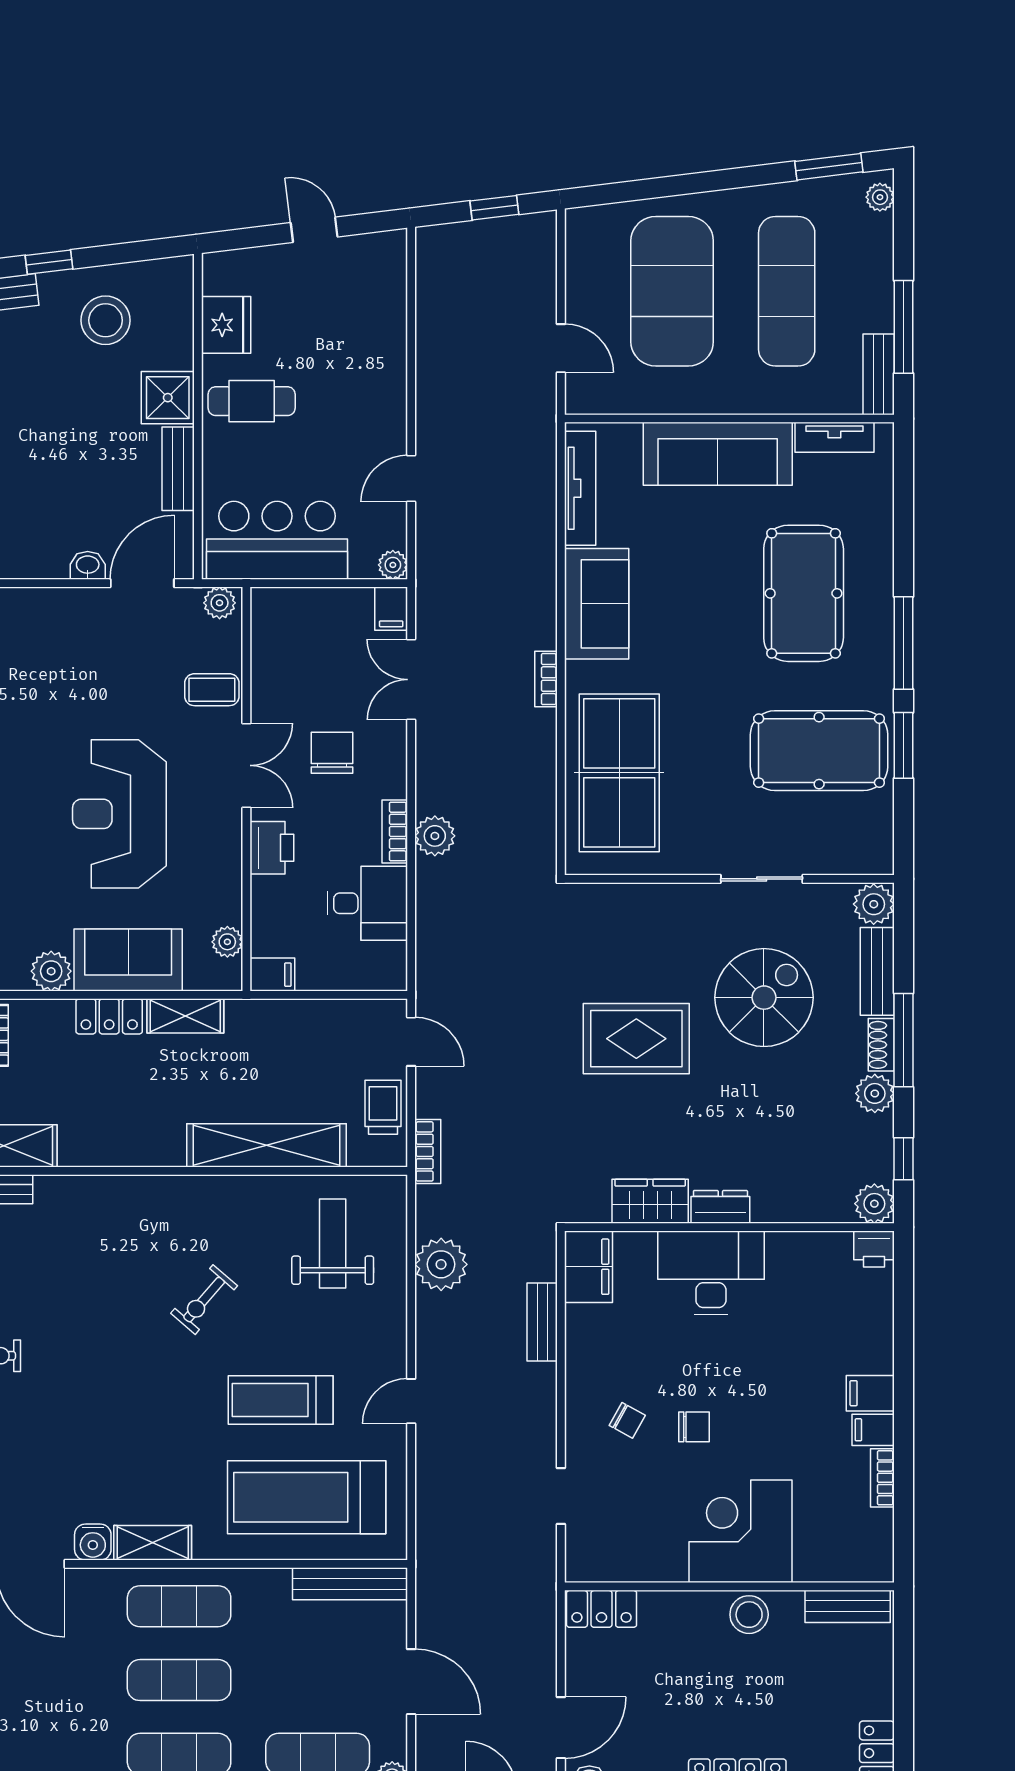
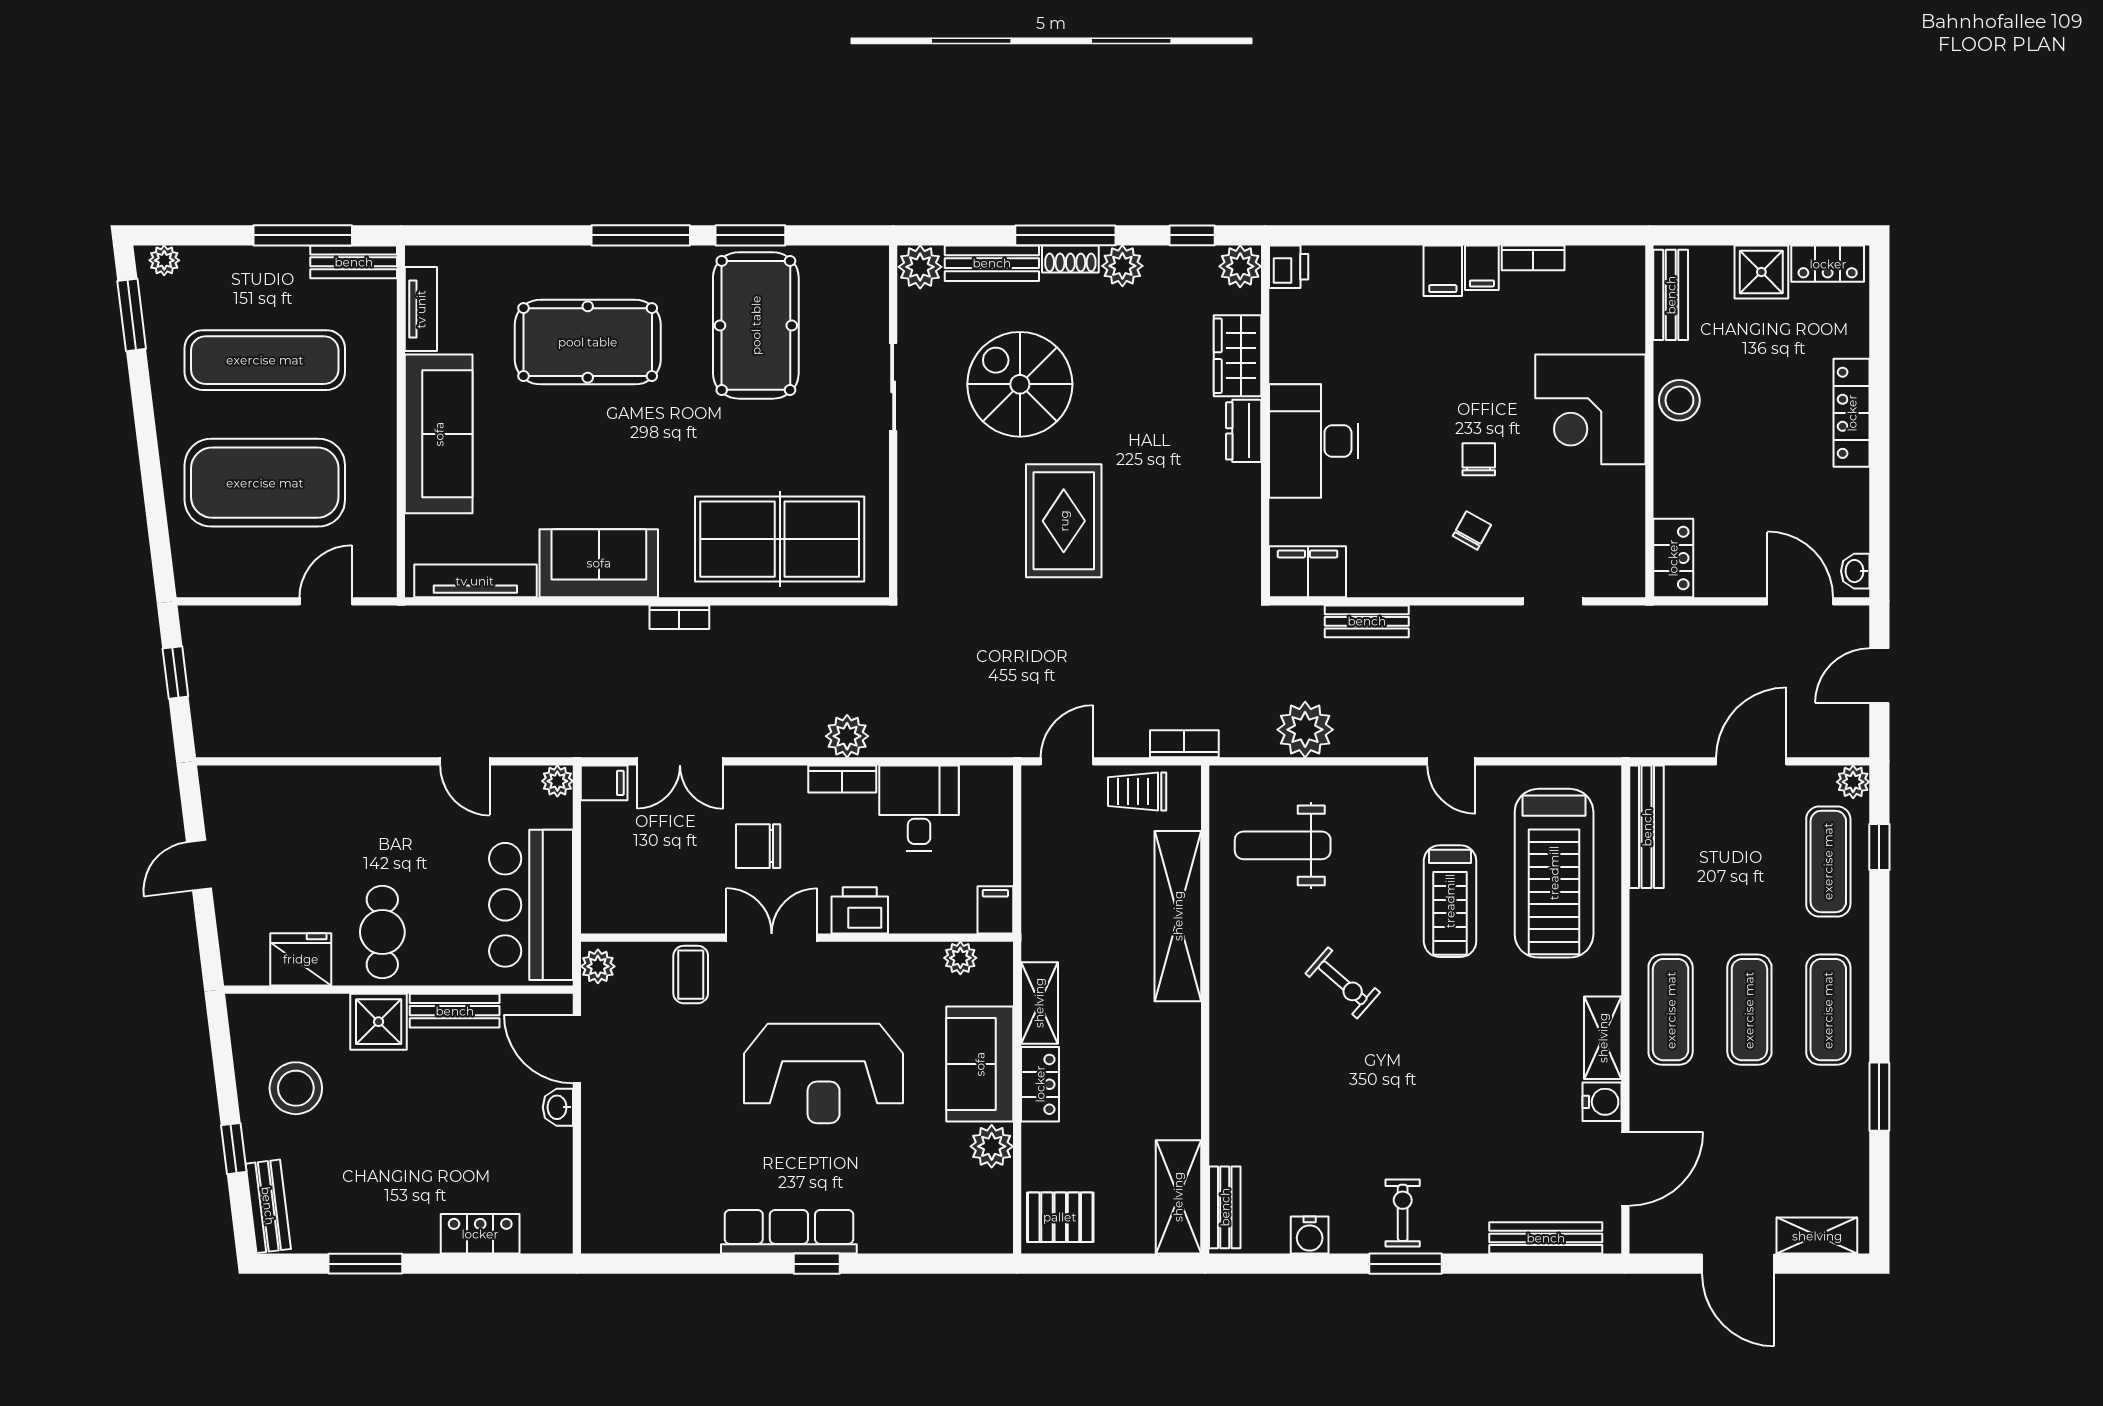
wardrobe: (650, 1201) -> (1238, 356), moved
shower: (869, 1691) -> (1761, 272), added

